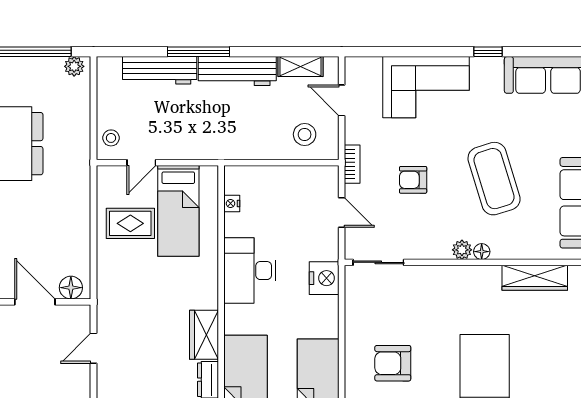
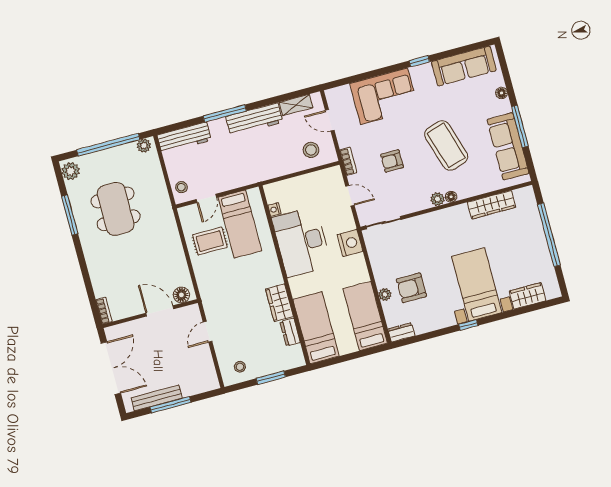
workbench: (160, 70) -> (184, 138), moved
desk: (250, 271) -> (302, 242), width x1.36, depth x1.30
plant: (354, 363) -> (385, 294), added

